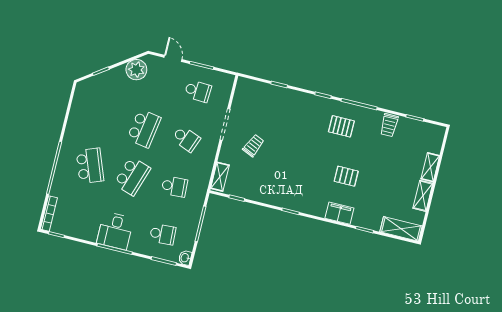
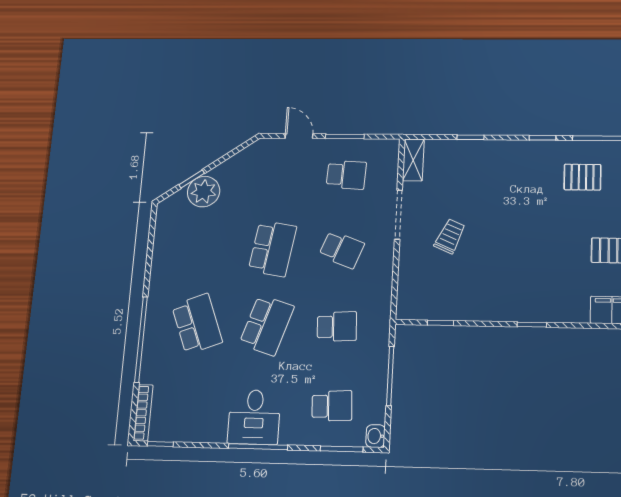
plant: (136, 70) -> (204, 192), moved
shelving: (220, 177) -> (413, 160), moved

